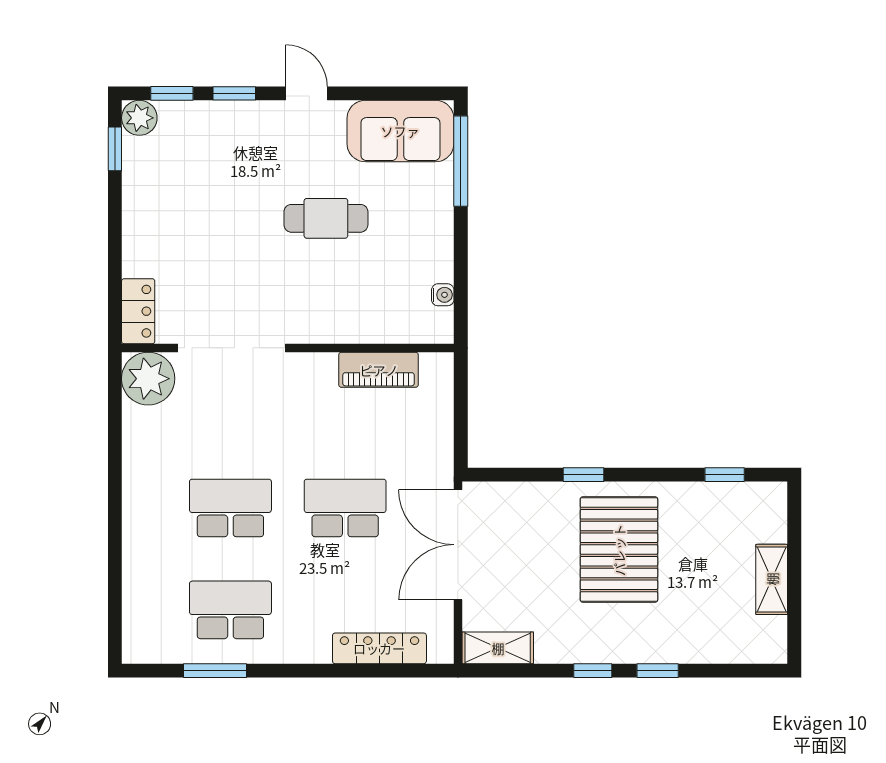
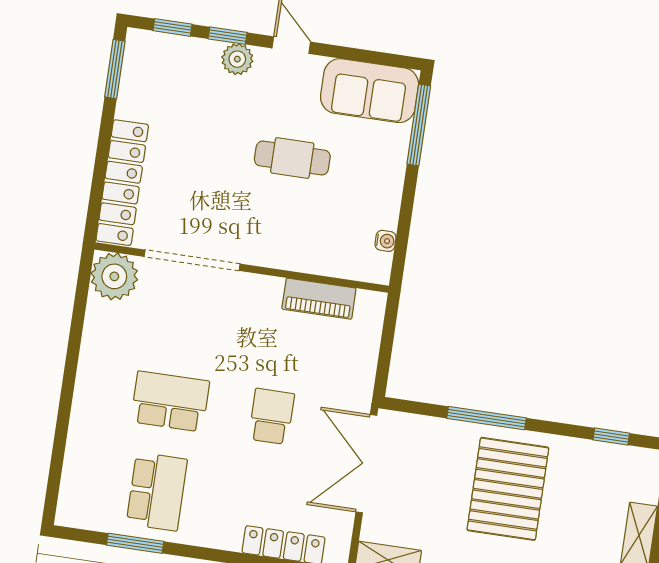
plant: (139, 118) -> (237, 59), moved
window: (115, 149) -> (115, 69), width x1.50
locker: (138, 311) -> (122, 183), width x2.16, depth x1.21
window: (584, 475) -> (486, 418), width x2.17
school desk: (345, 508) -> (271, 416), width x0.54
school desk: (230, 610) -> (157, 492), turned 90

